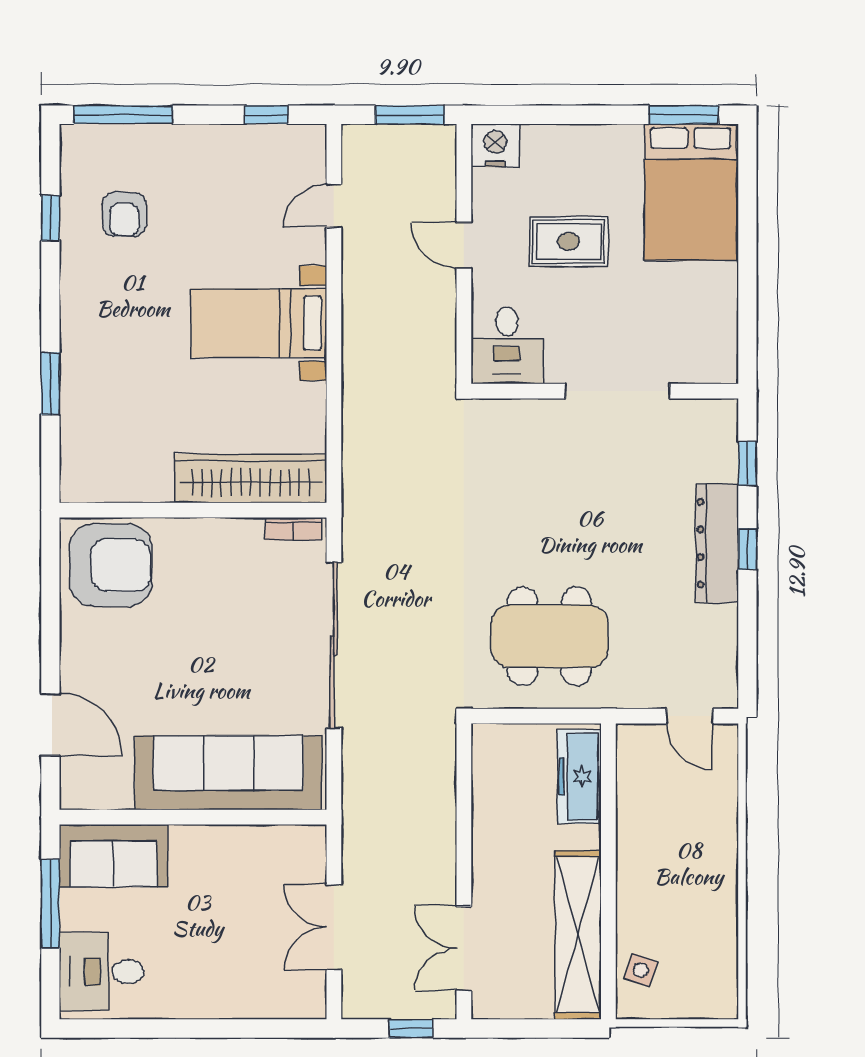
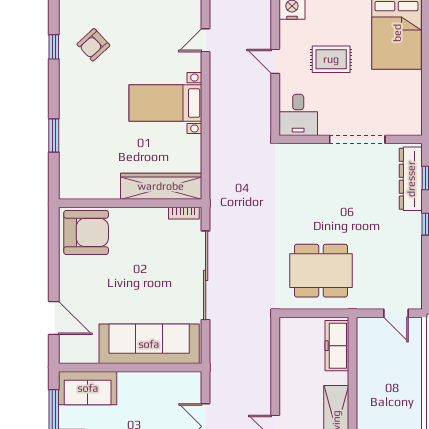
armchair: (124, 214) -> (93, 45), turned 47
dresser: (717, 543) -> (411, 179), moved

